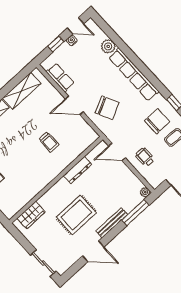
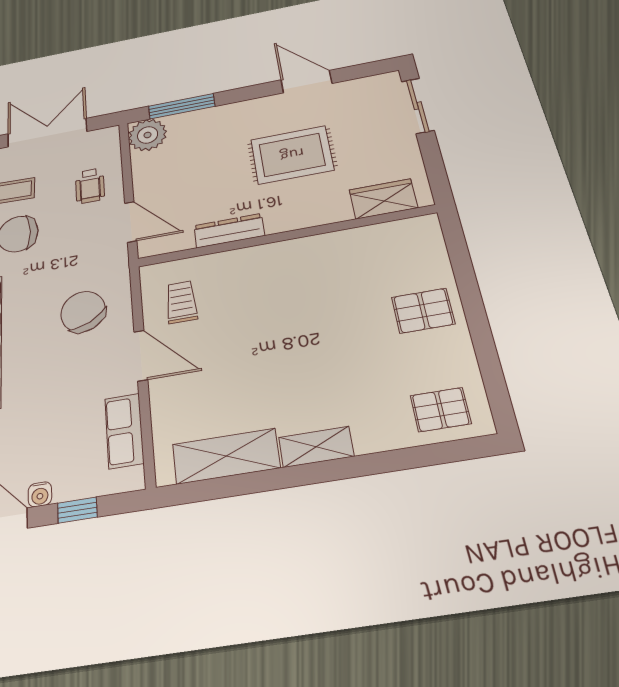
trolley: (49, 142) -> (181, 302), moved
plant: (145, 192) -> (148, 135), width x1.87, depth x1.87
bench: (112, 223) -> (236, 110), removed

